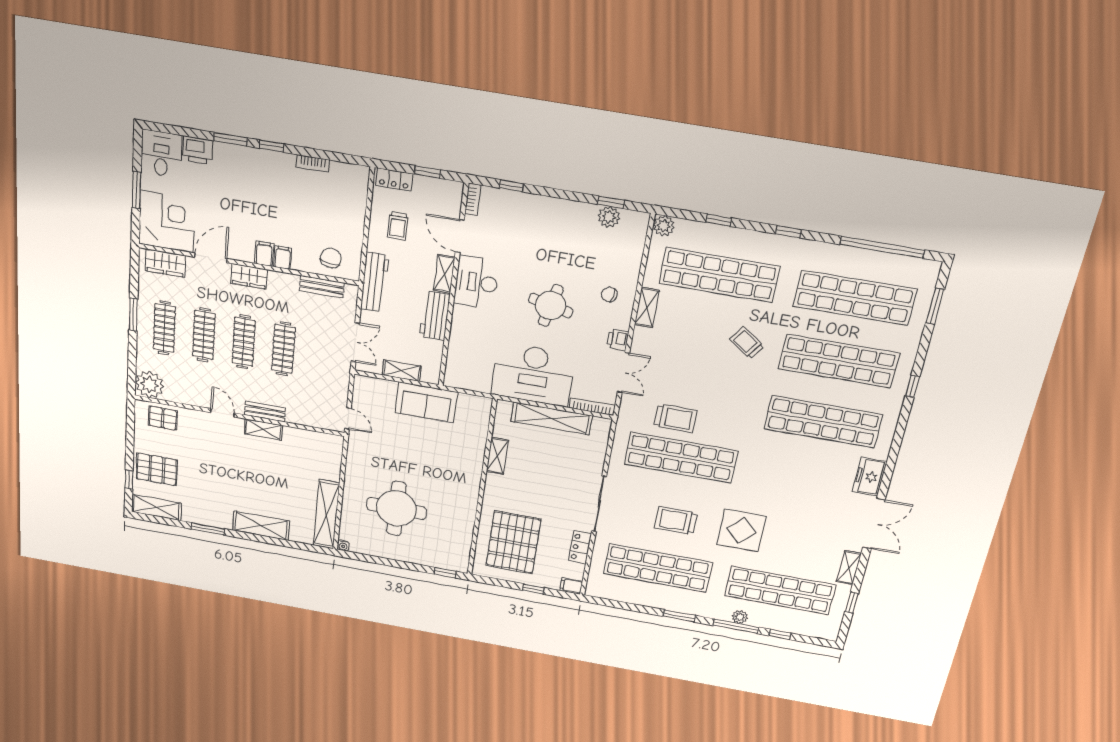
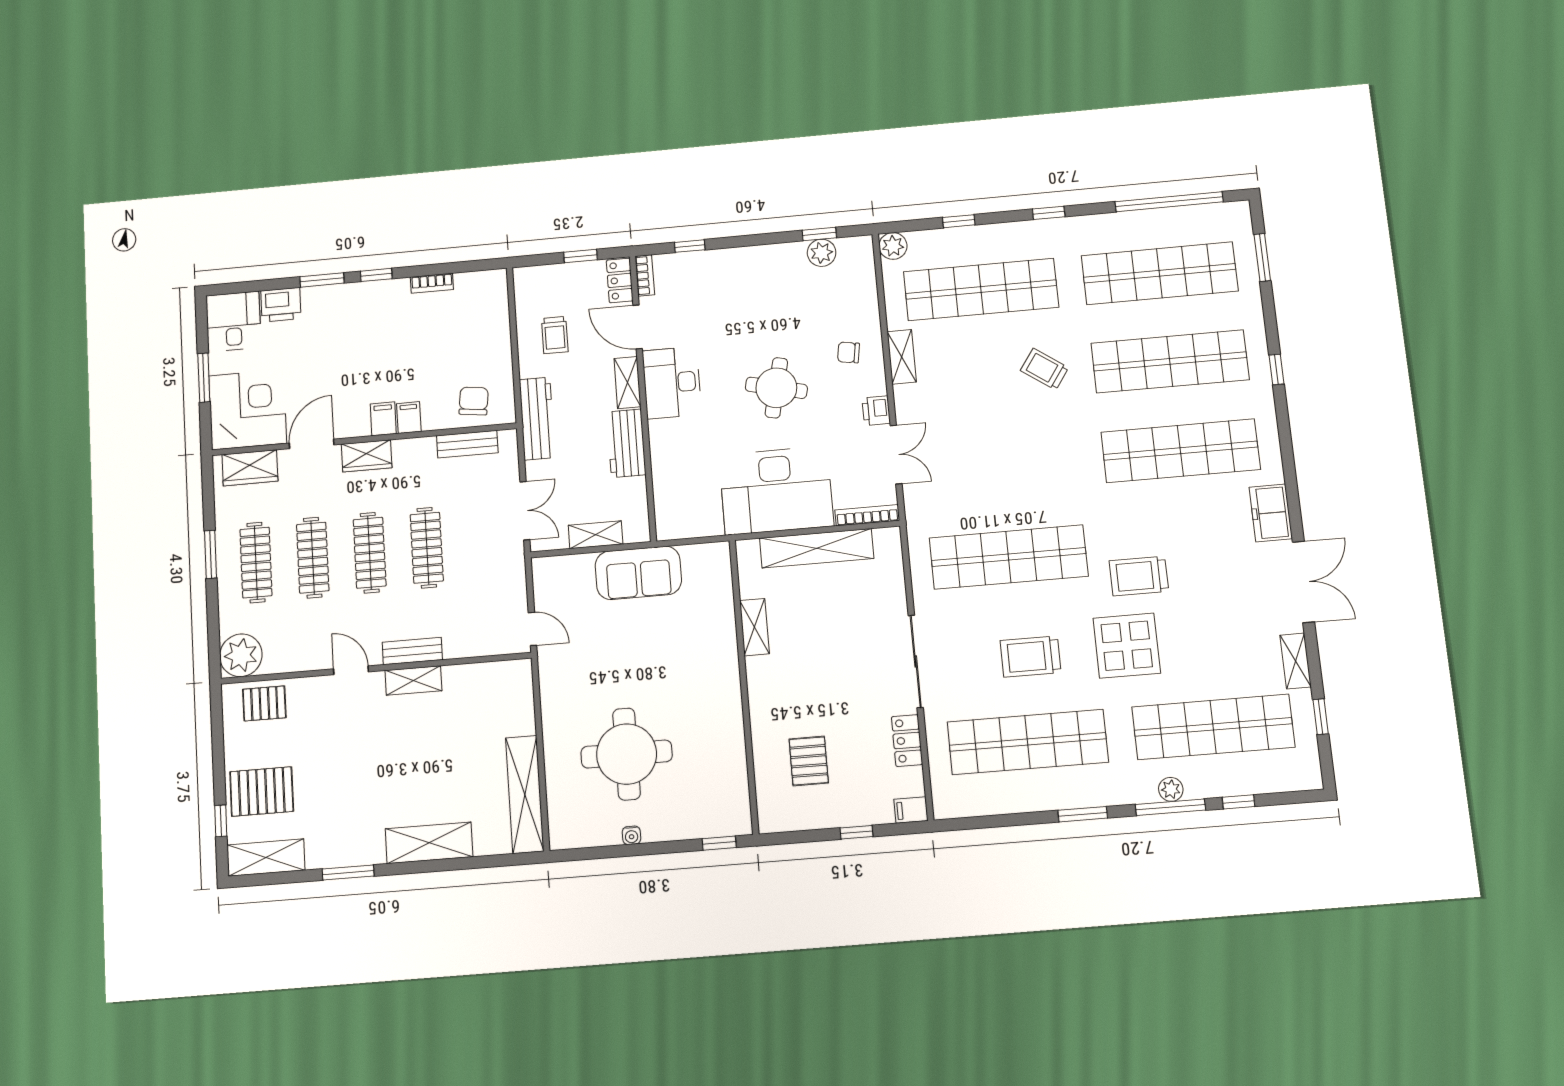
locker: (394, 179) -> (620, 280), moved, turned 90
trolley: (675, 418) -> (1139, 576), moved, turned 180
pallet: (513, 542) -> (809, 761), width x0.49, depth x0.50
water cooler: (343, 546) -> (631, 835), moved

